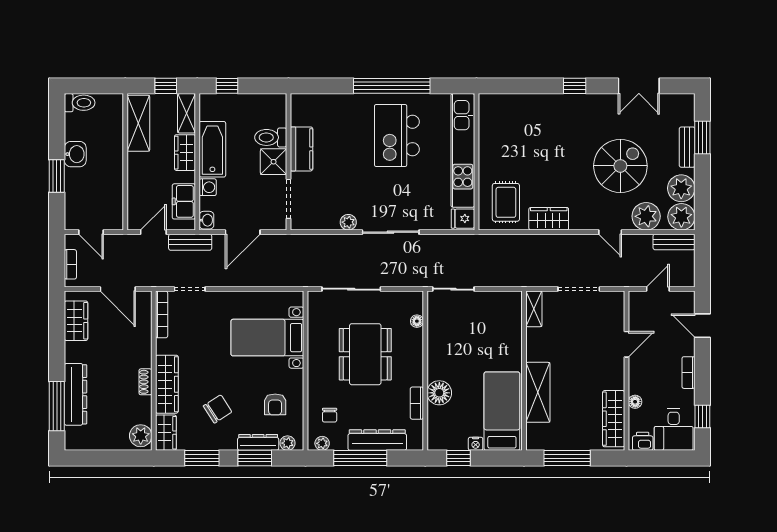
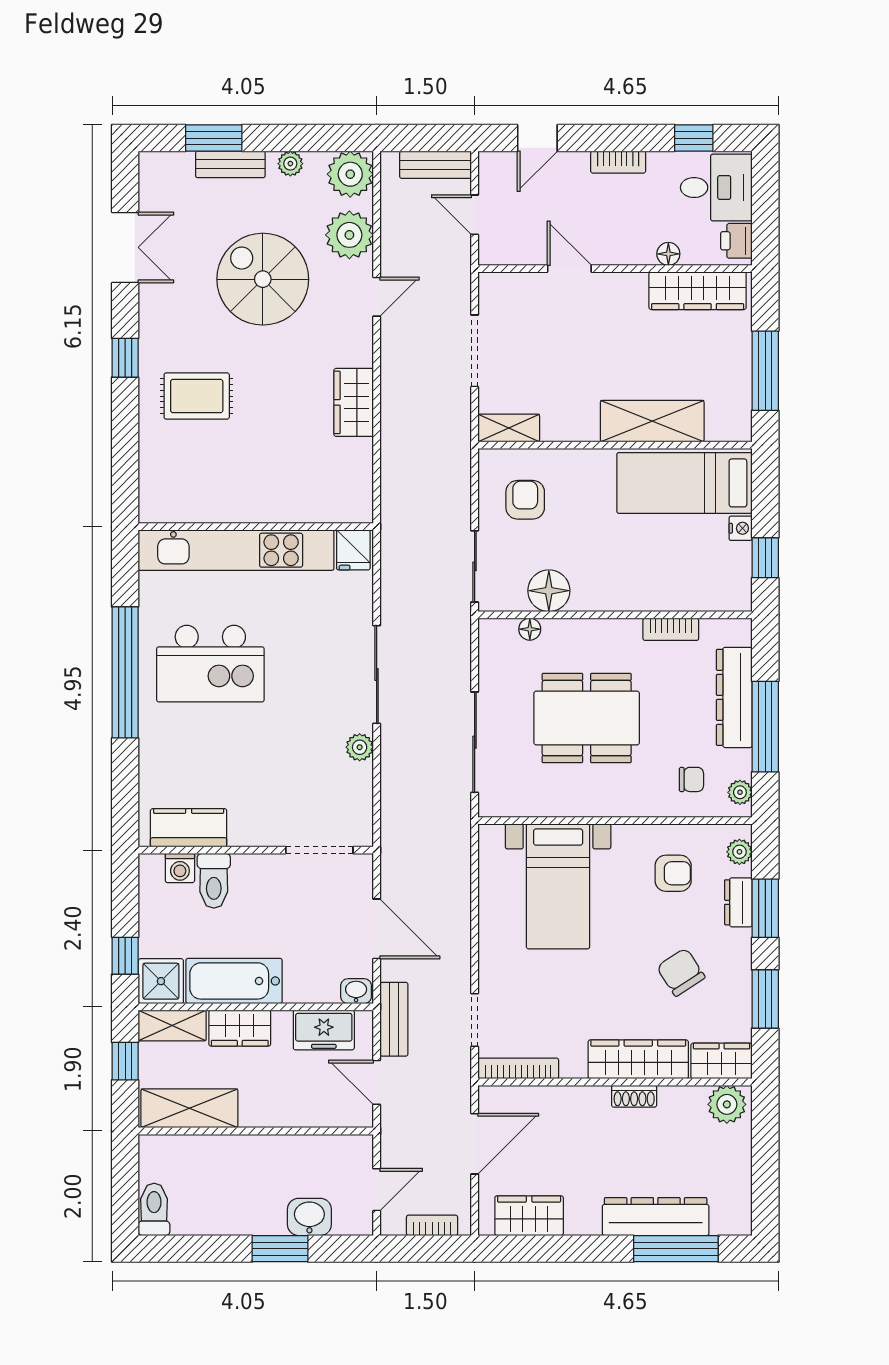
kitchen counter: (301, 149) -> (189, 828), moved
washbasin: (75, 154) -> (309, 1217), moved
shower: (274, 162) -> (161, 981), moved
washing machine: (208, 187) -> (180, 868), moved, turned 180
plant: (681, 188) -> (290, 164), width x0.53, depth x0.53
rug: (506, 202) -> (197, 396), moved
bench: (674, 242) -> (435, 165), moved, turned 90
armchair: (492, 319) -> (525, 500), added
floor lamp: (439, 393) -> (549, 591), moved
dresser: (258, 442) -> (738, 902), width x0.70

